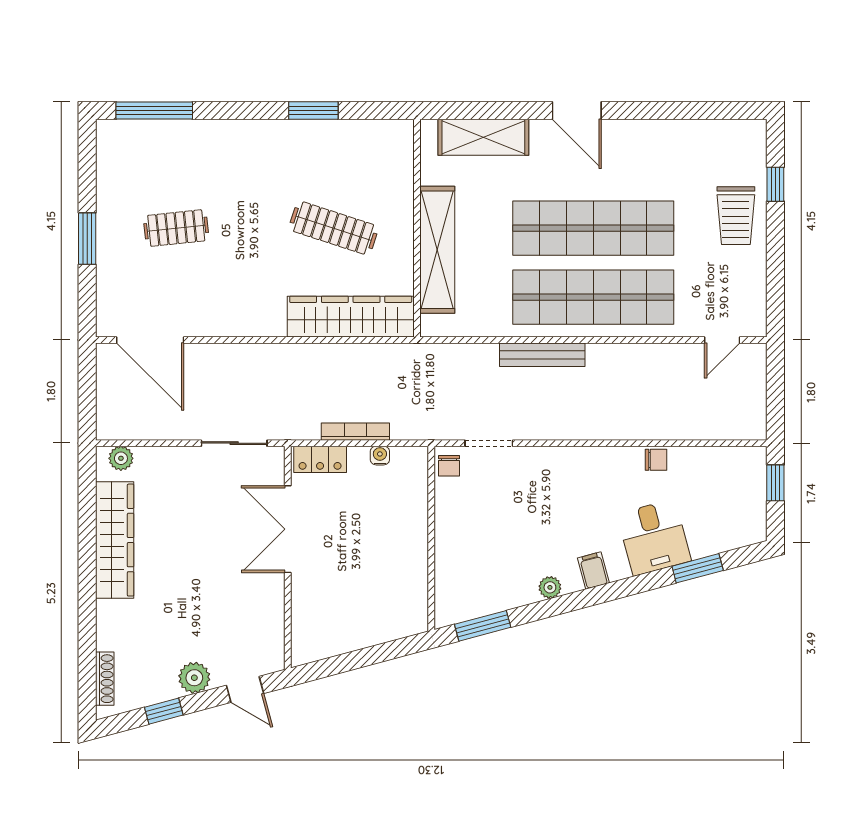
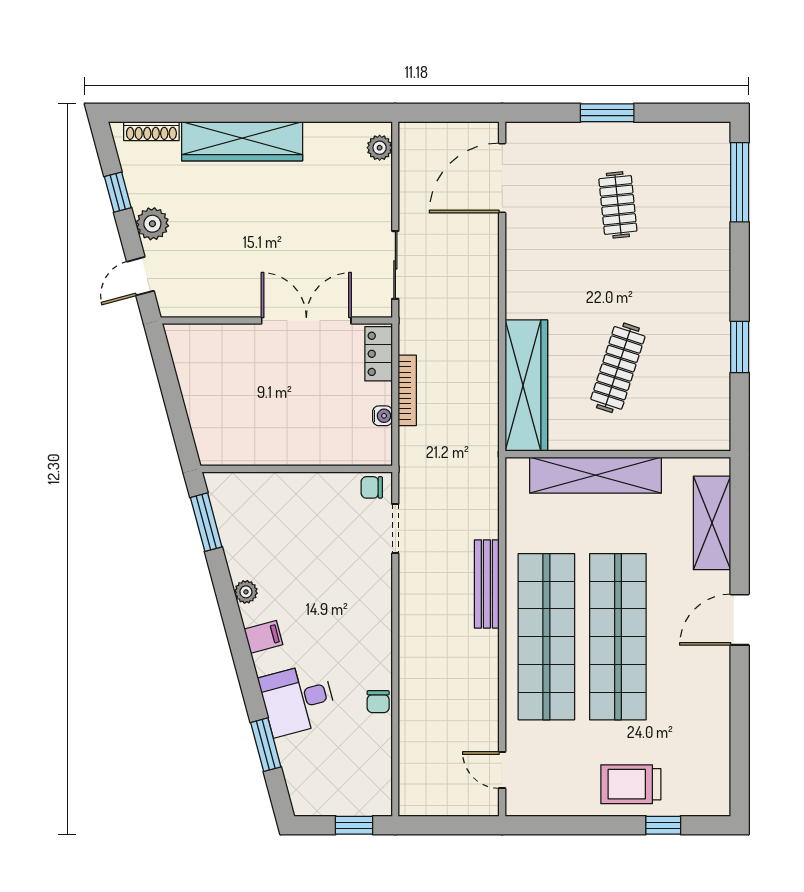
wardrobe: (115, 540) -> (242, 141), moved

